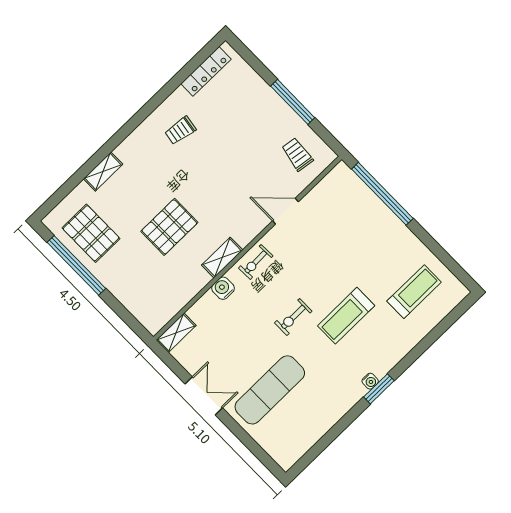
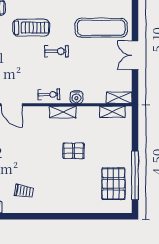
shelving: (103, 171) -> (112, 112), moved
pallet: (169, 227) -> (74, 151), width x0.67, depth x0.71

